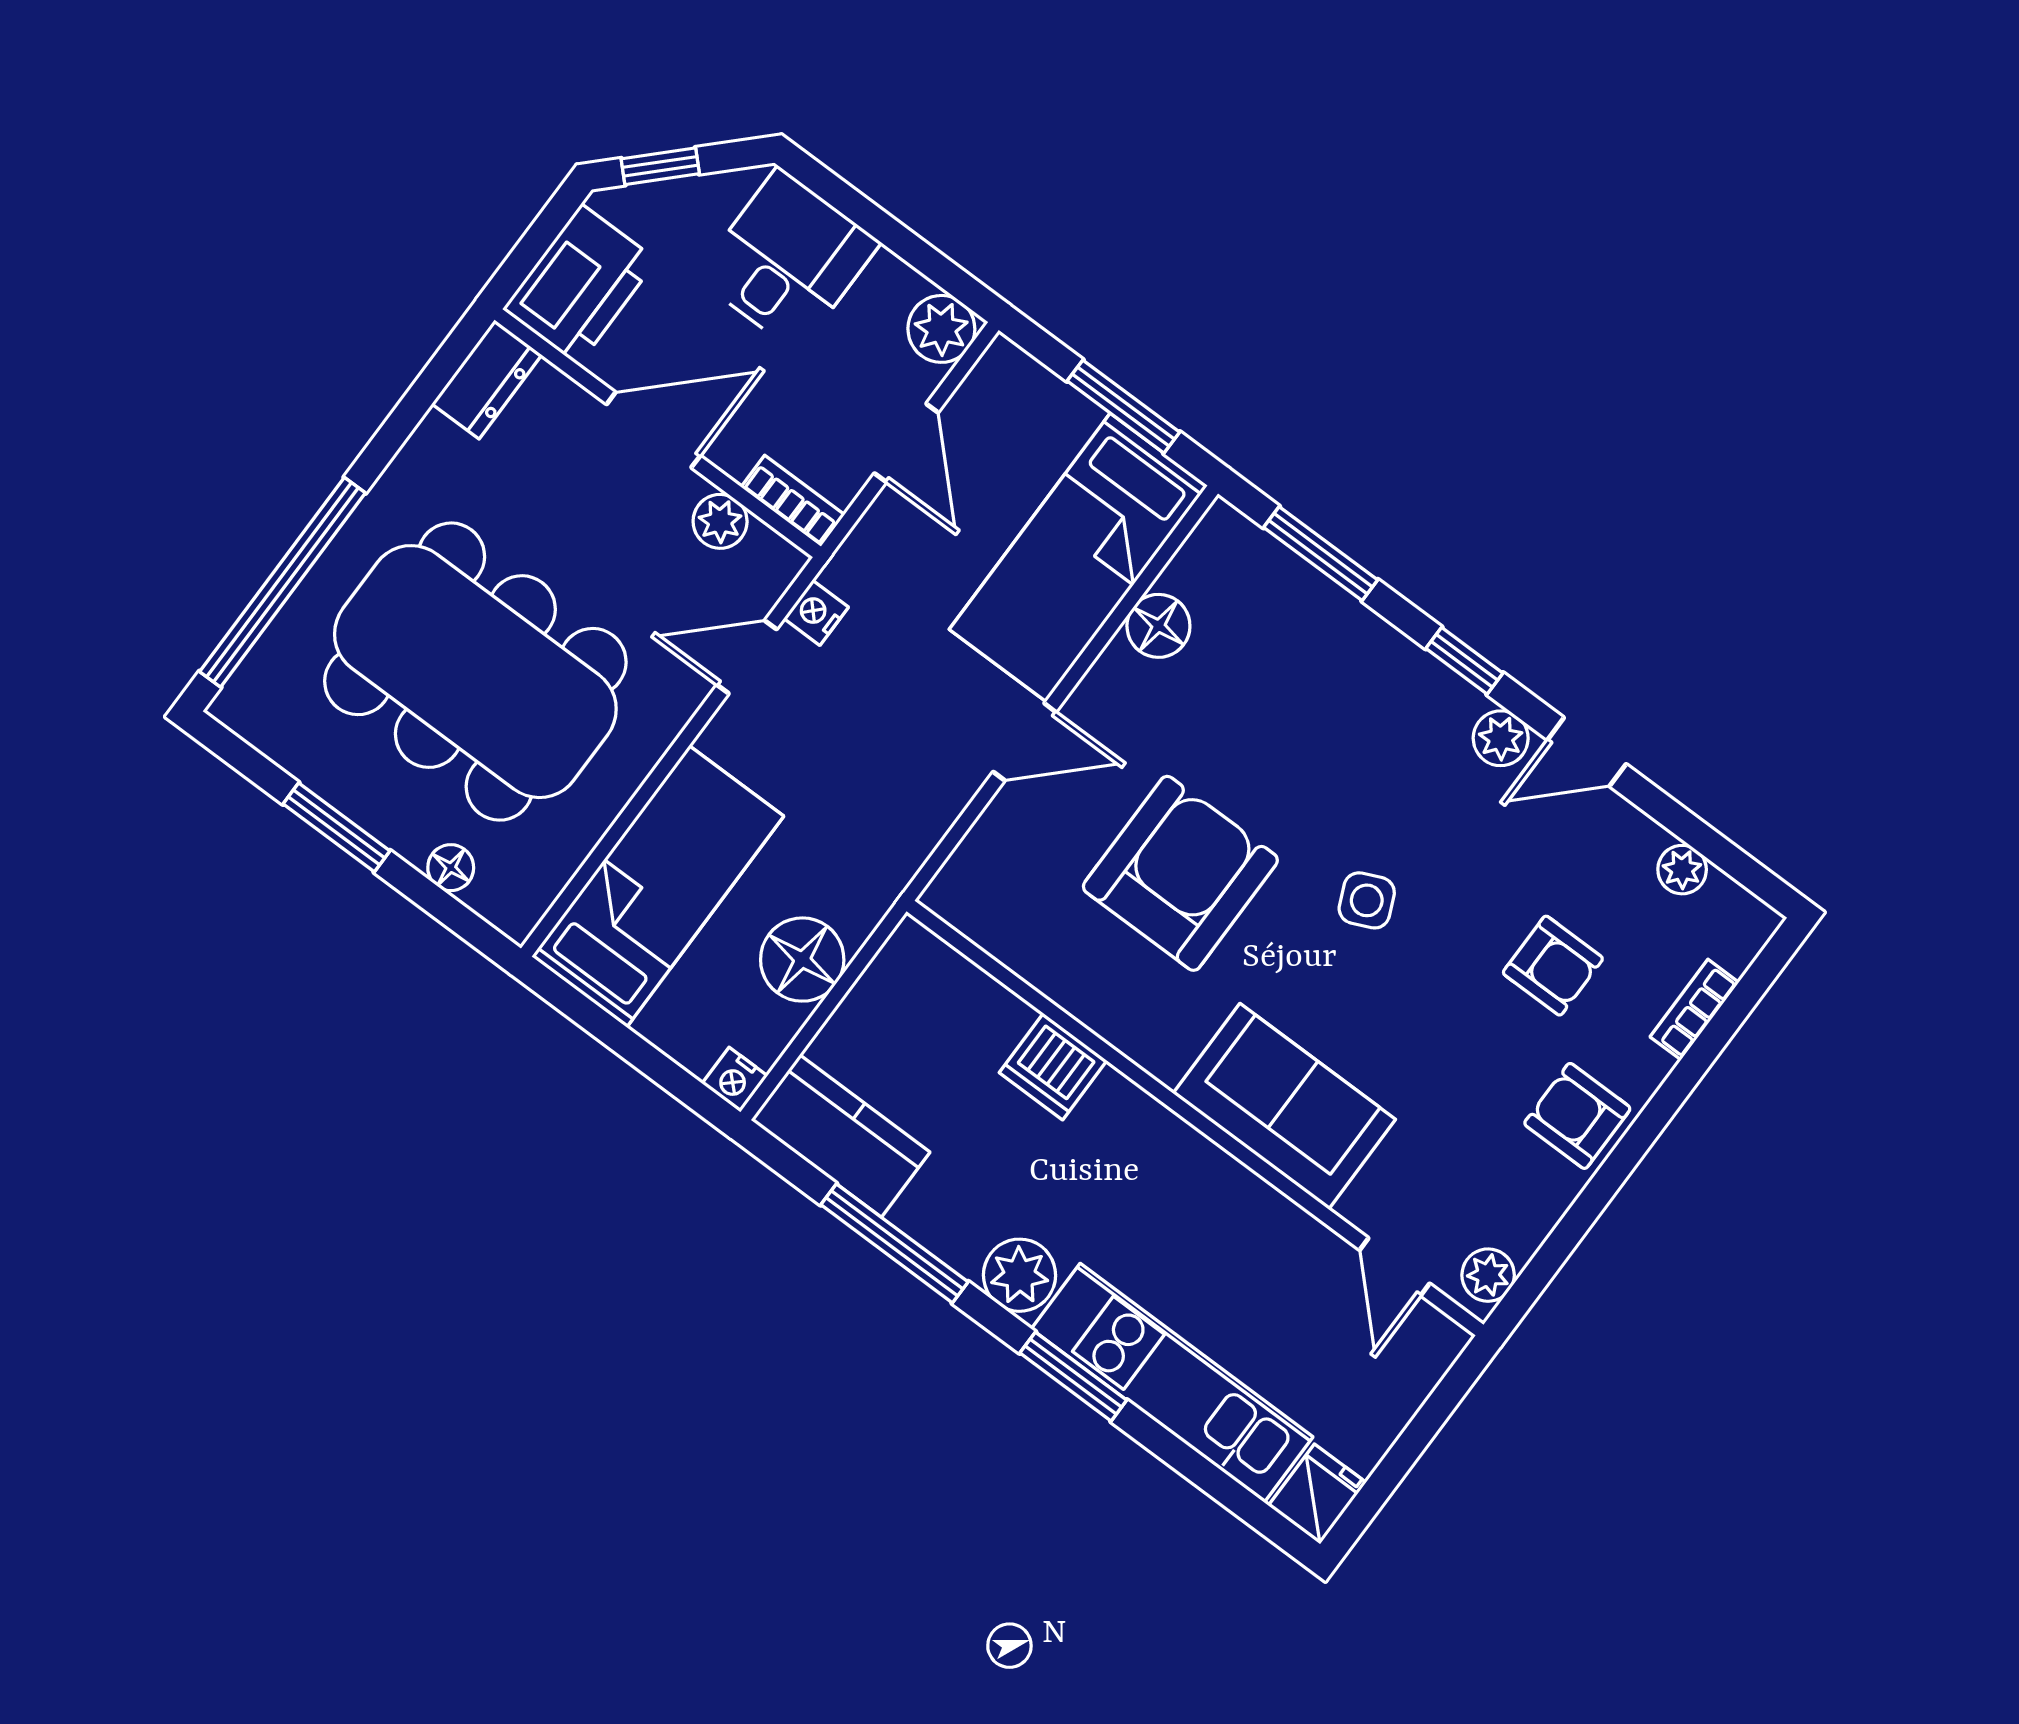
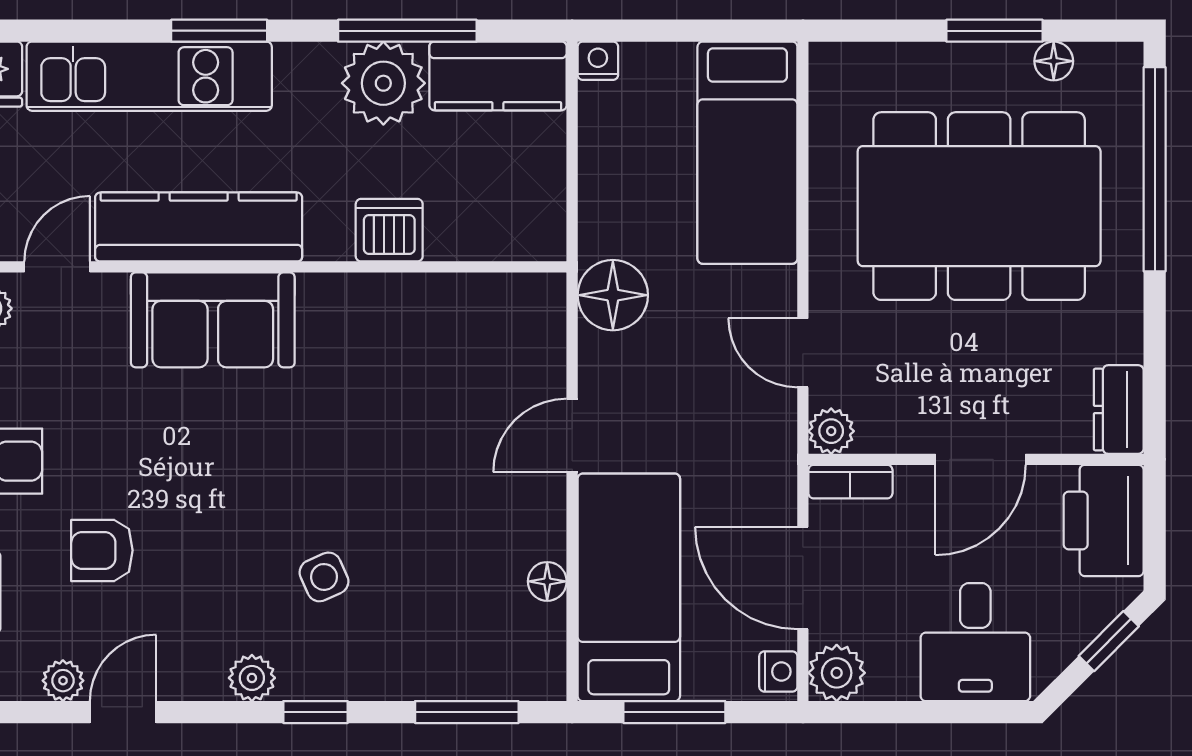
door: (906, 443) -> (803, 578), width x1.38
plant: (720, 521) -> (831, 431), moved
nightstand: (816, 613) -> (778, 672), moved
floor lamp: (1158, 626) -> (547, 581), width x0.73, depth x0.73
door: (747, 657) -> (803, 353), swing flipped
door: (1587, 752) -> (123, 712), moved
floor lamp: (451, 868) -> (1054, 61), moved
armchair: (1180, 873) -> (400, 425), removed
side table: (1367, 900) -> (324, 577), moved
floor lamp: (802, 960) -> (613, 295), moved
kitchen counter: (1232, 1205) -> (199, 227), added
door: (1395, 1267) -> (57, 267), hinge flipped
plant: (1020, 1275) -> (383, 83), moved, width x1.36, depth x1.36

